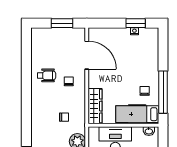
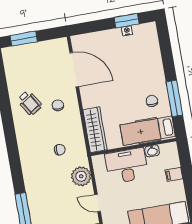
window: (62, 23) -> (24, 39), moved
wheelchair: (46, 75) -> (30, 103), turned 58
window: (163, 92) -> (174, 98), width x0.68
washbasin: (149, 131) -> (152, 151), moved

